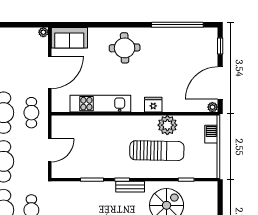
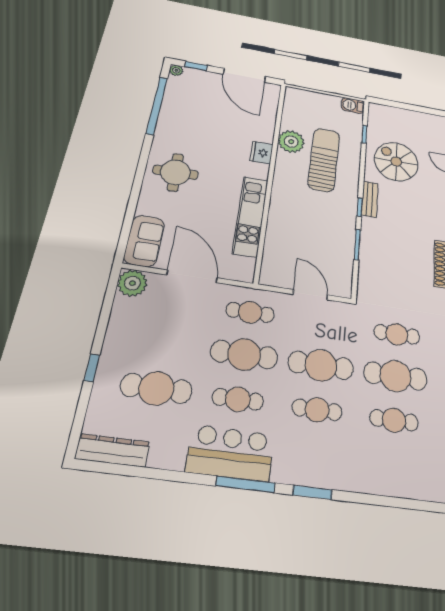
plant: (43, 32) -> (132, 283), width x1.87, depth x1.87
plant: (212, 107) -> (176, 70), moved
barbecue: (211, 134) -> (353, 105), moved

